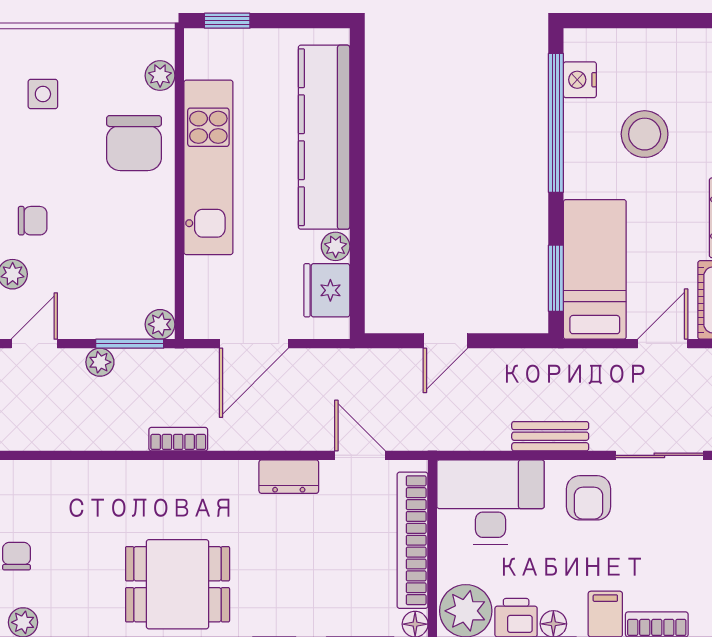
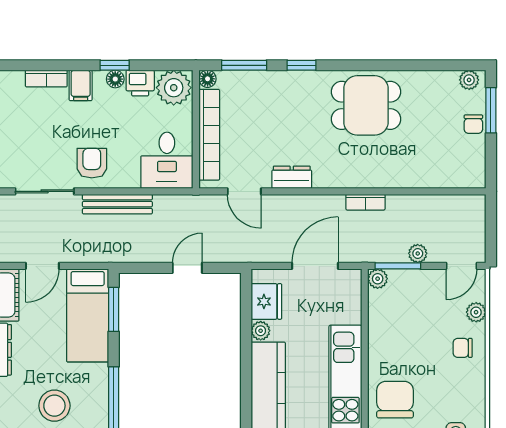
bench: (550, 436) -> (117, 204), width x1.36
desk: (491, 502) -> (167, 160), width x0.73

